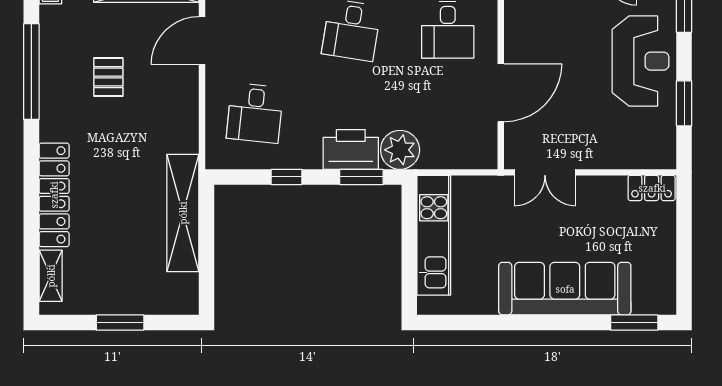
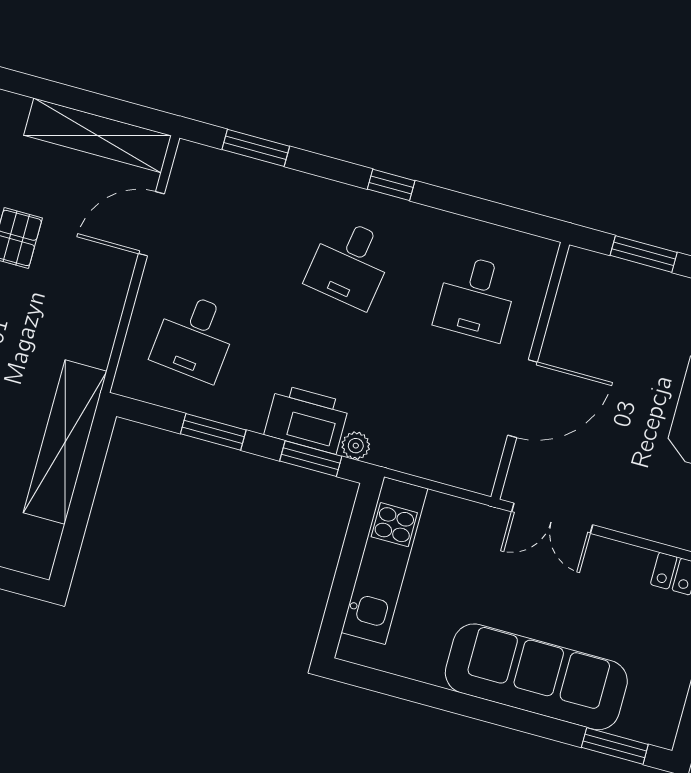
plant: (400, 150) -> (356, 446), width x0.53, depth x0.53
window: (287, 177) -> (213, 432), width x1.50

